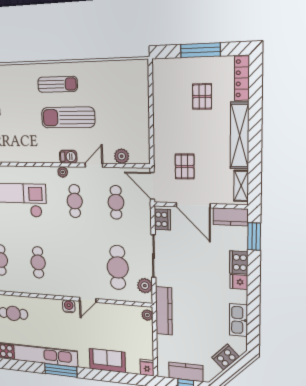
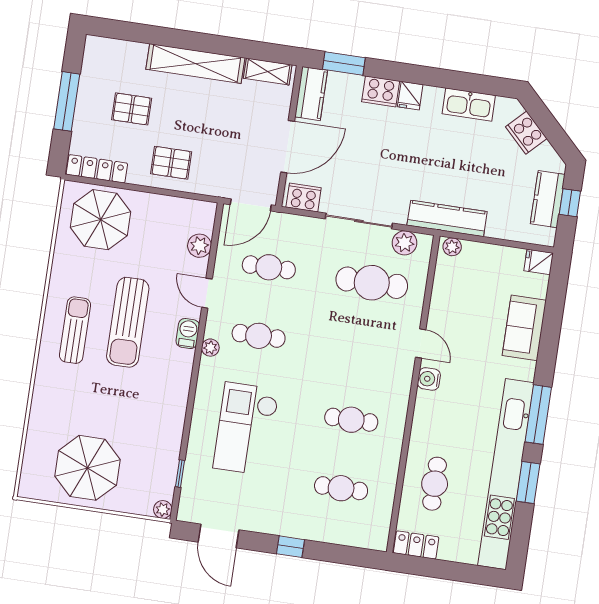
locker: (242, 78) -> (97, 169), moved, turned 180
parasol: (127, 88) -> (101, 220), added
pallet: (185, 166) -> (171, 163), moved
window: (24, 366) -> (528, 482), added

